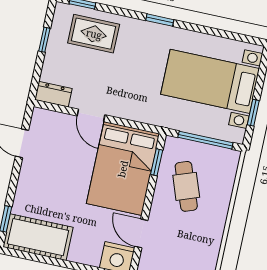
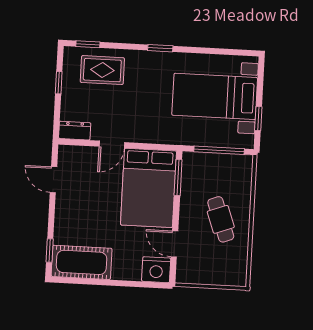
door: (91, 115) -> (112, 144), hinge flipped
window: (157, 162) -> (178, 177), width x1.50
cafe table: (186, 186) -> (221, 219), moved

